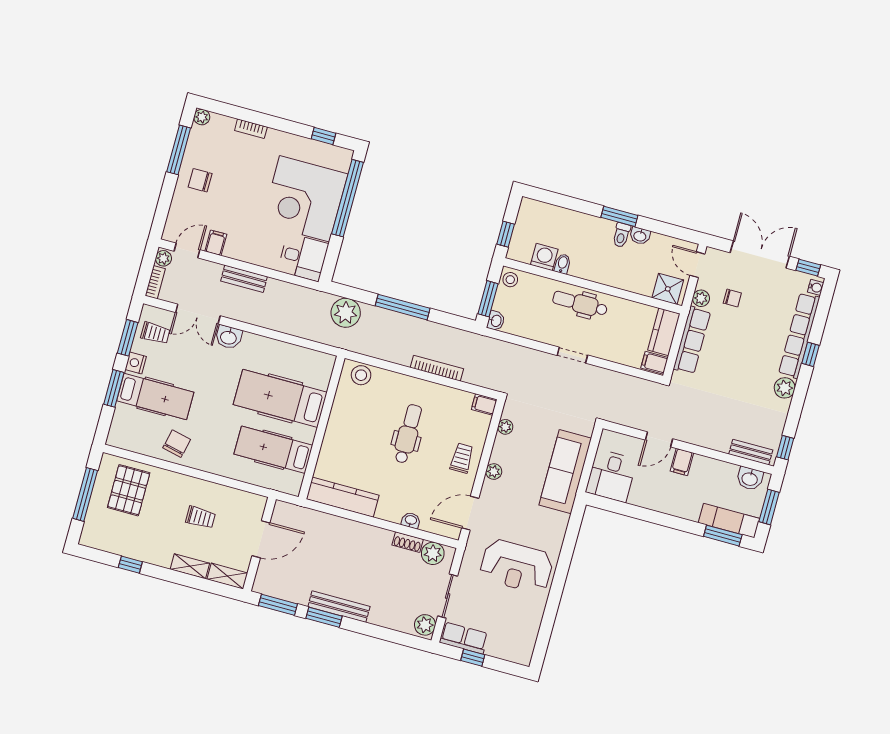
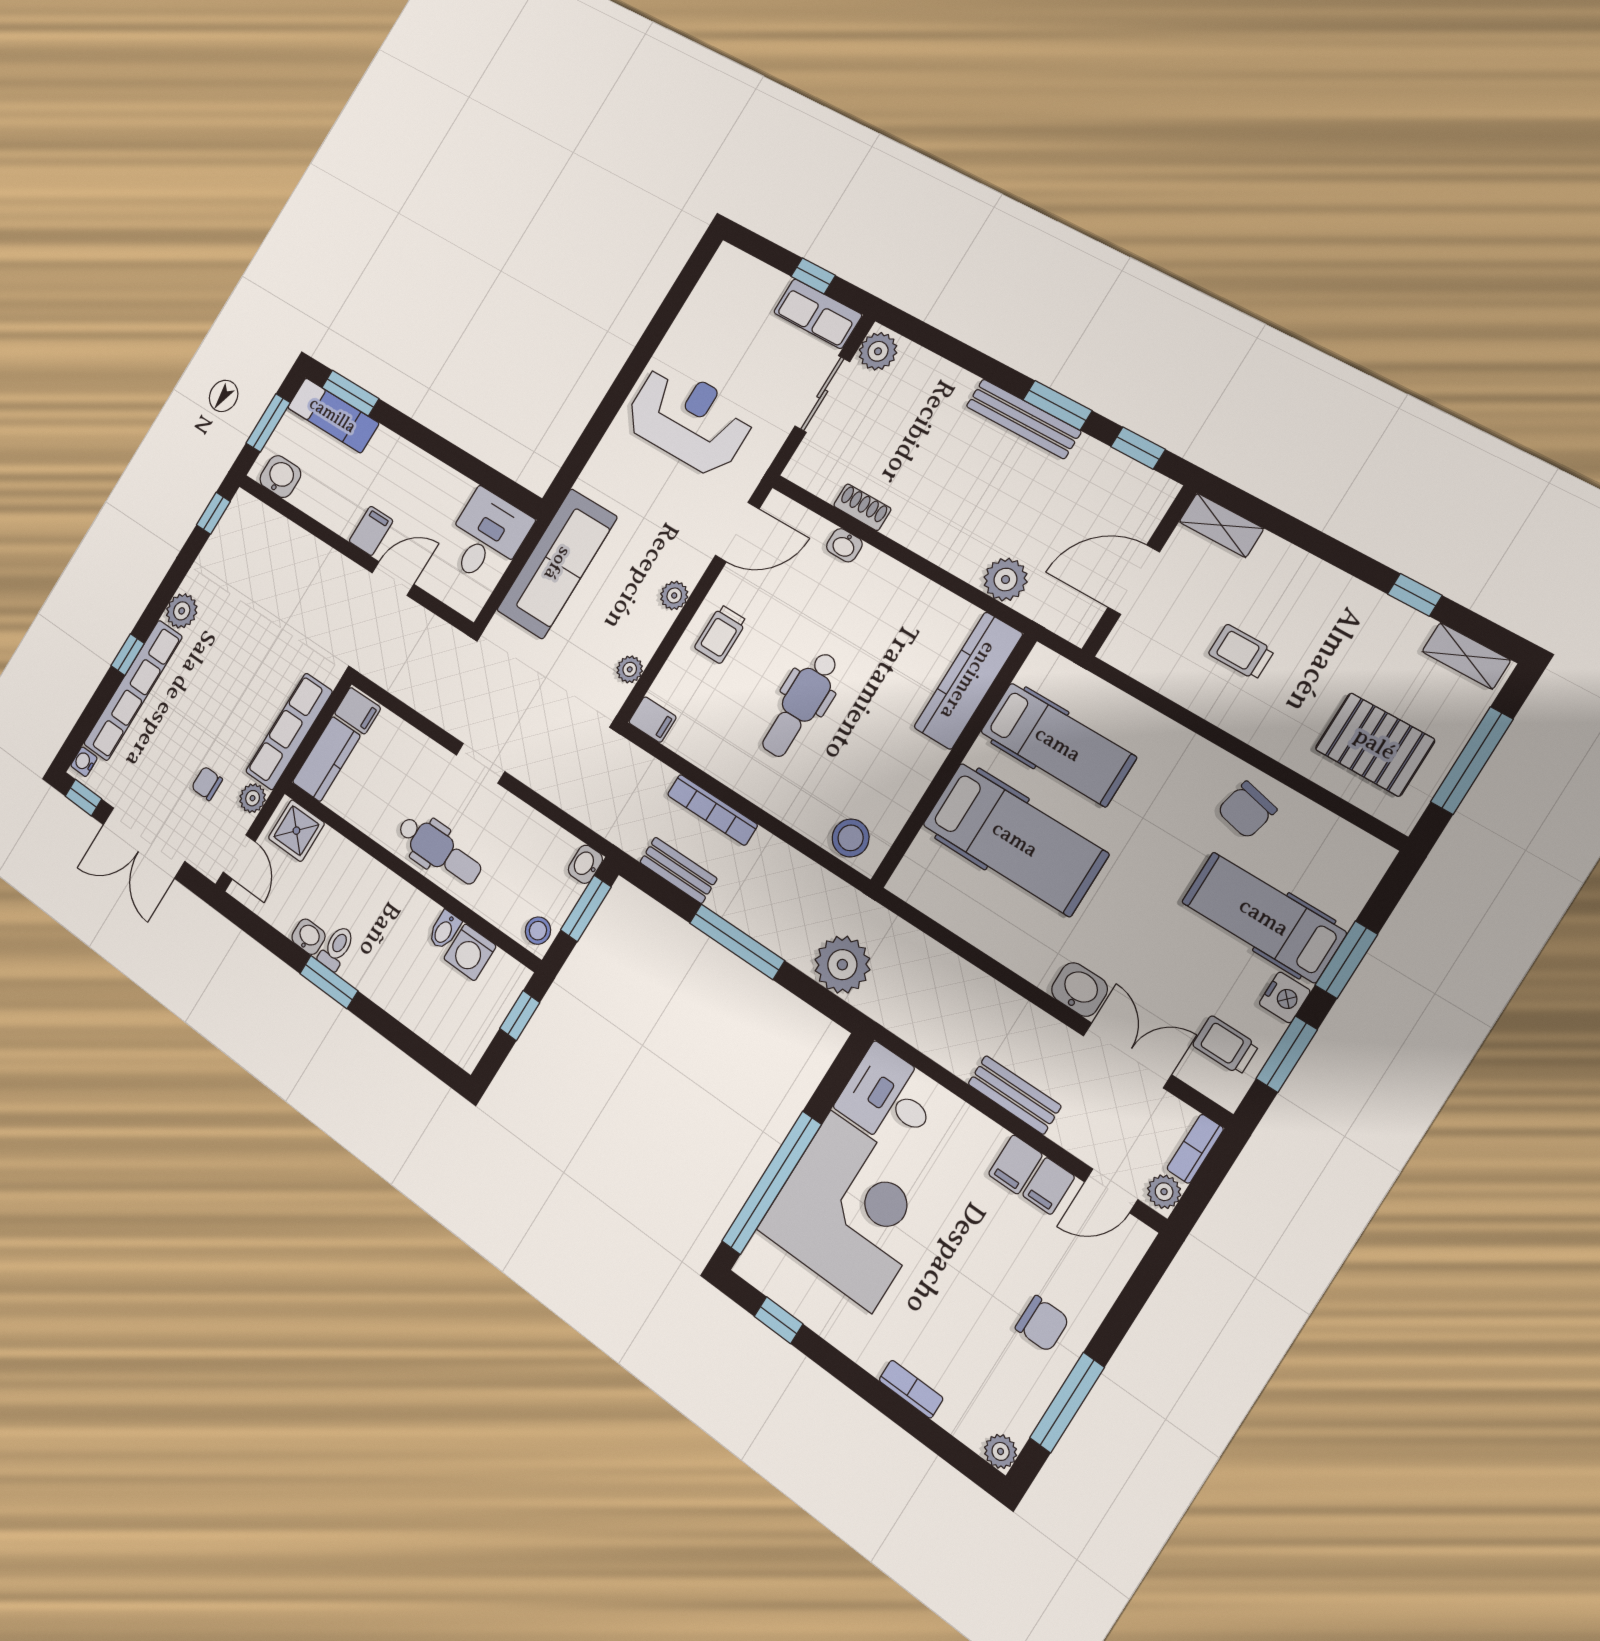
filing cabinet: (234, 247) -> (1015, 1164), added
bench: (751, 452) -> (678, 870), moved
pallet: (129, 490) -> (1375, 744), turned 90
kitchen counter: (343, 497) -> (968, 681), moved, turned 90
plant: (433, 553) -> (1006, 579), moved
shelving: (190, 566) -> (1466, 656), moved
window: (278, 605) -> (1138, 448), width x0.67

